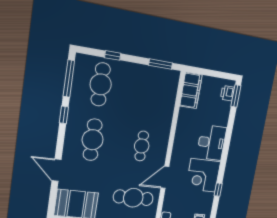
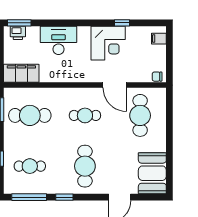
cafe table: (101, 84) -> (30, 166), width x0.73, depth x0.74
cafe table: (150, 92) -> (30, 115), added
cafe table: (93, 140) -> (85, 166), turned 90
desk: (212, 143) -> (58, 40), moved

